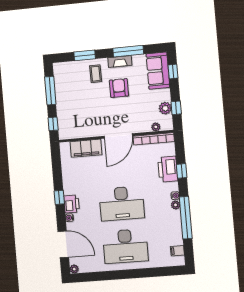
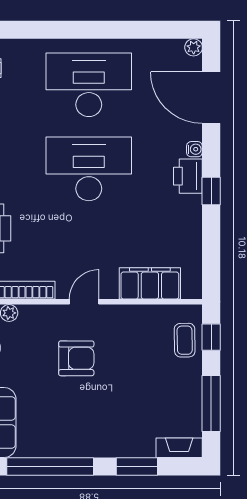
window: (128, 51) -> (50, 467), width x1.46
fireplace: (120, 61) -> (179, 448), moved
coffee table: (96, 74) -> (185, 340), moved
armchair: (119, 88) -> (76, 358), moved, turned -90
door: (118, 136) -> (84, 302), width x0.53

